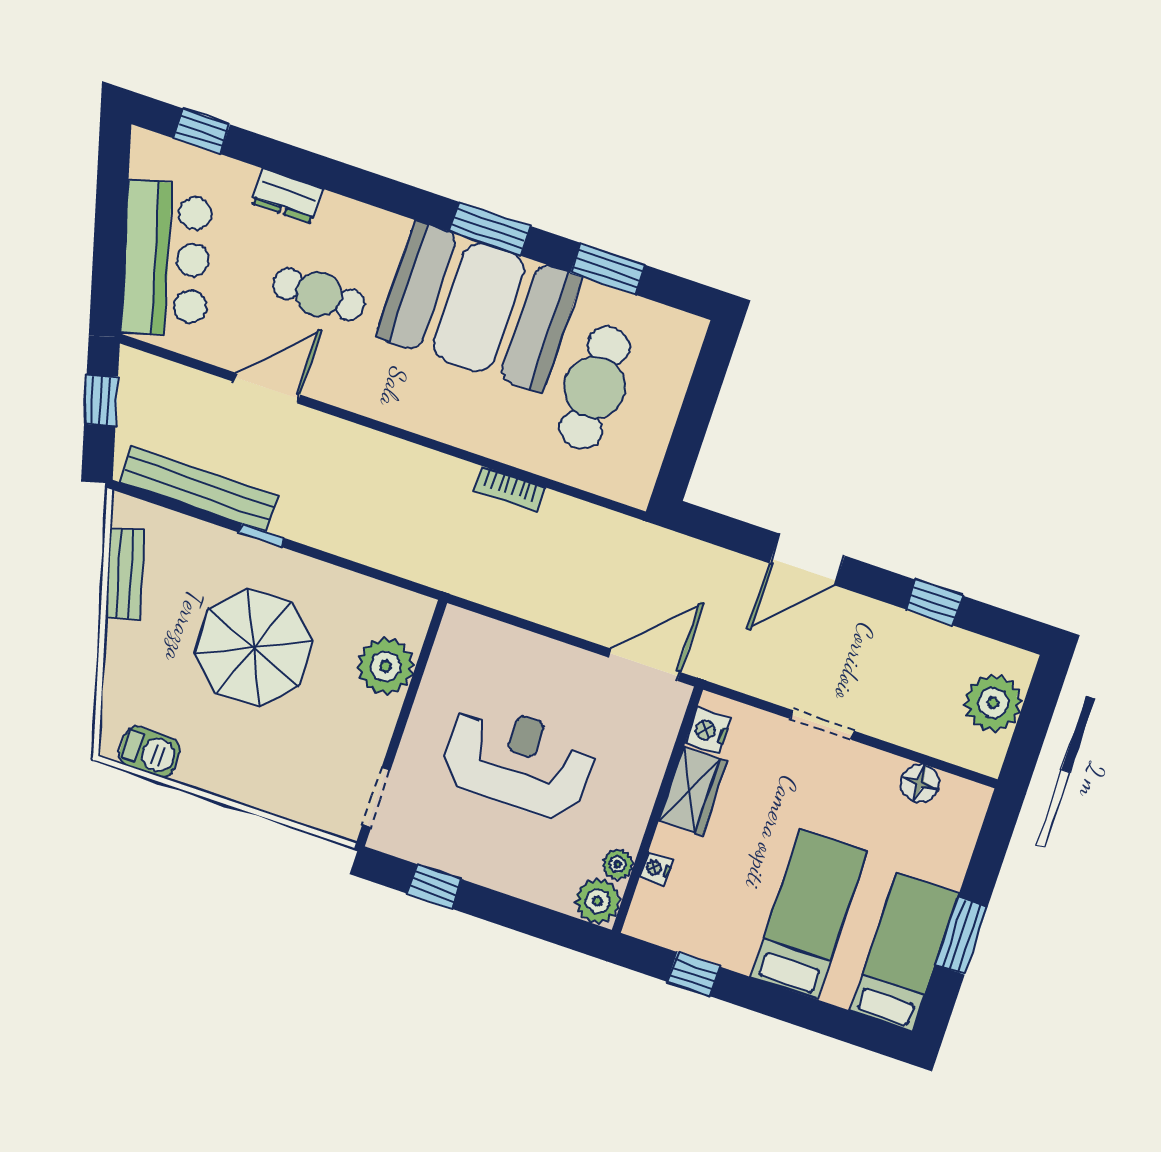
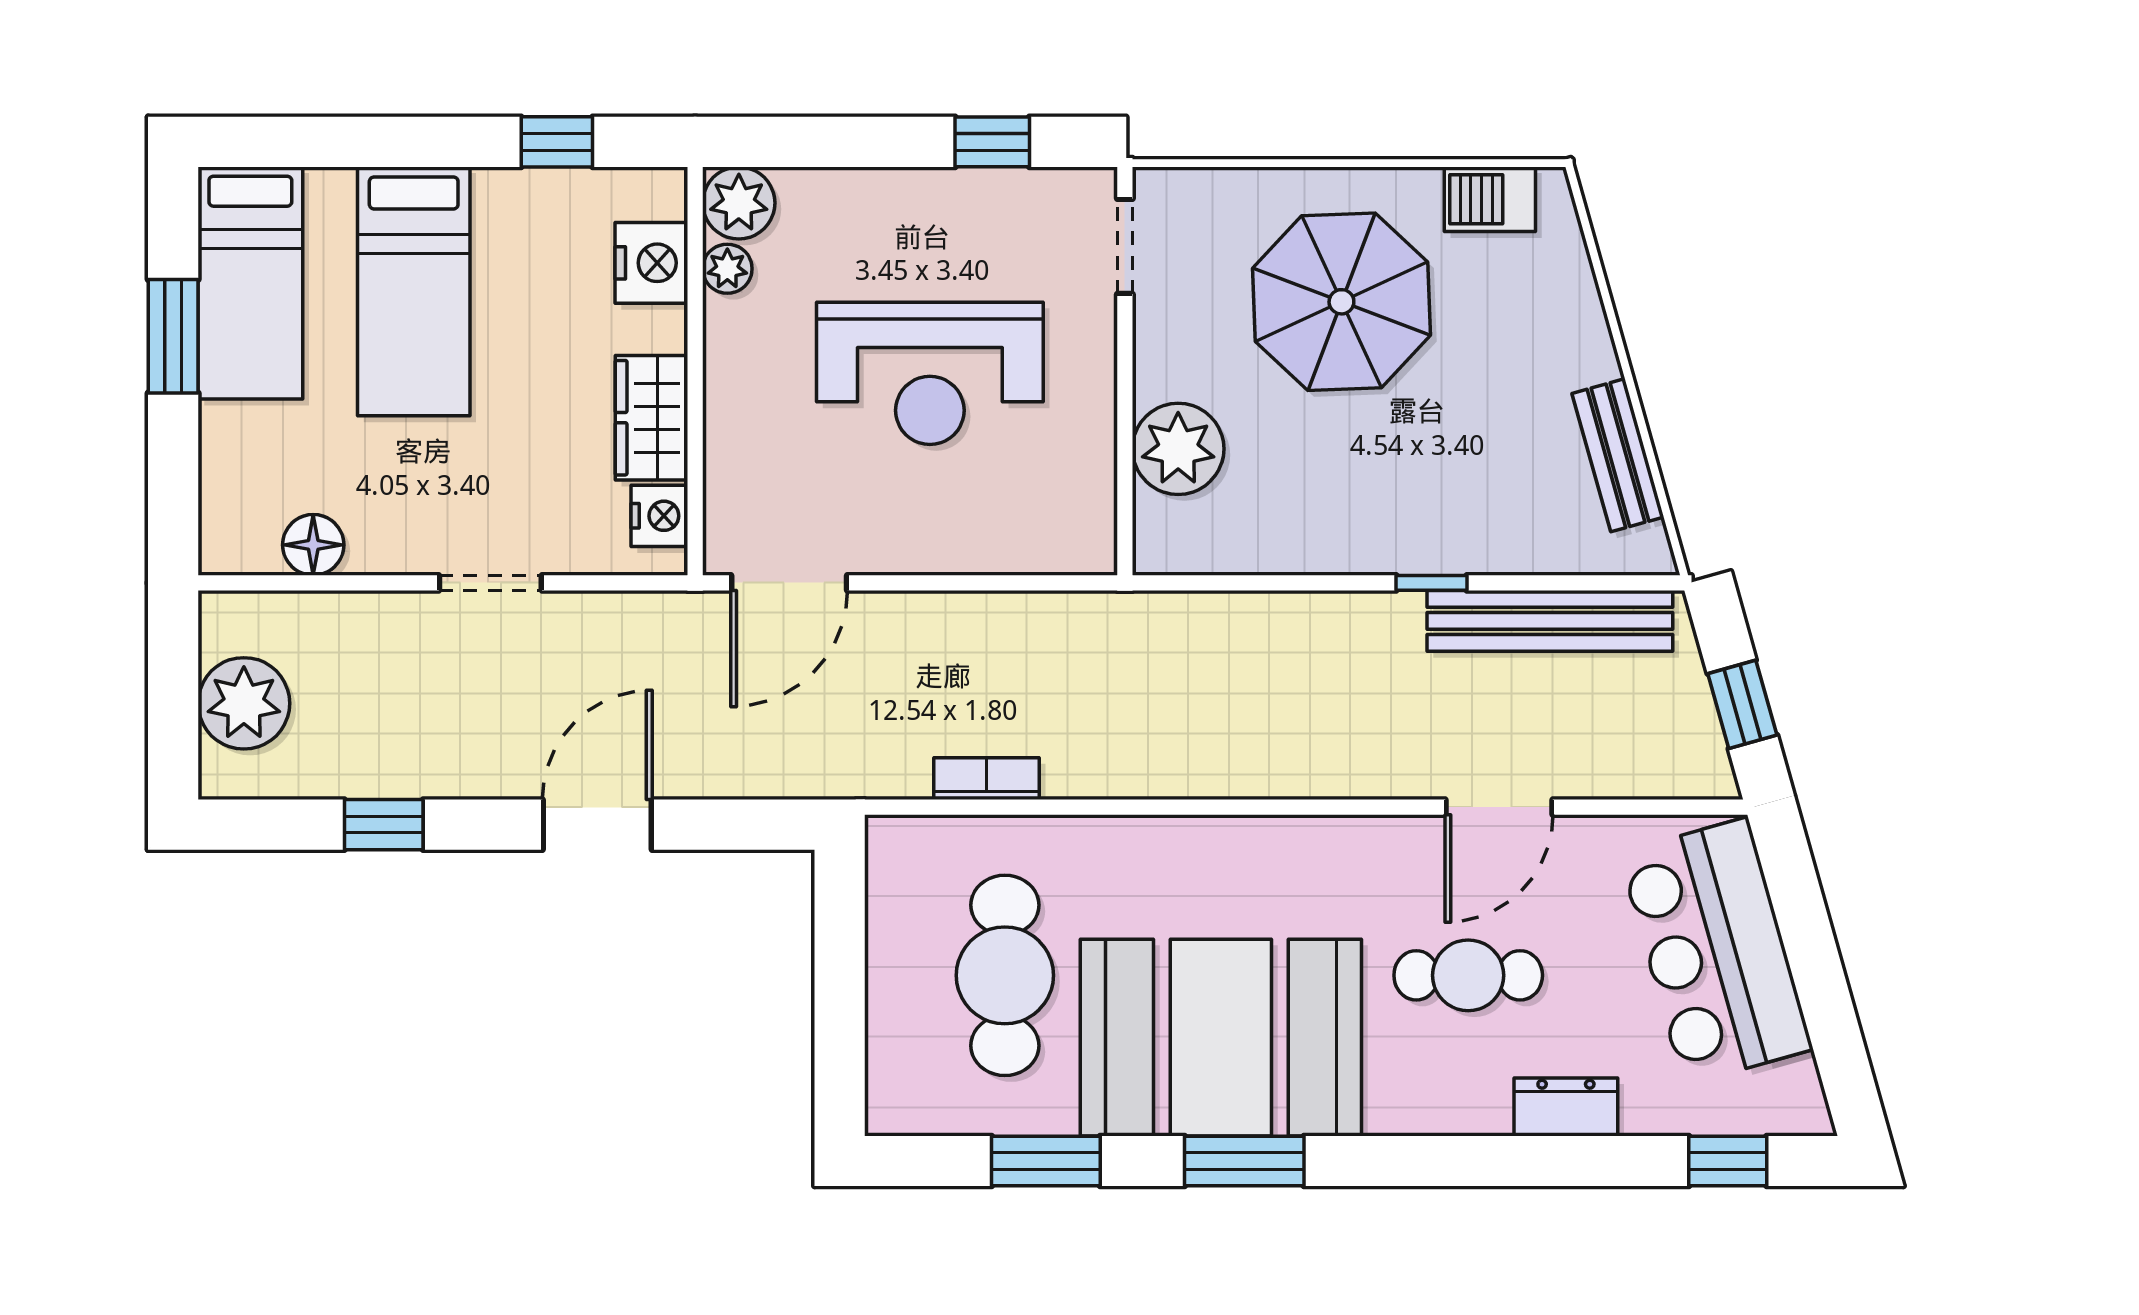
bookcase: (510, 489) -> (986, 779), moved
parasol: (254, 647) -> (1341, 302), moved
nightstand: (656, 869) -> (651, 263), width x1.89, depth x1.79

